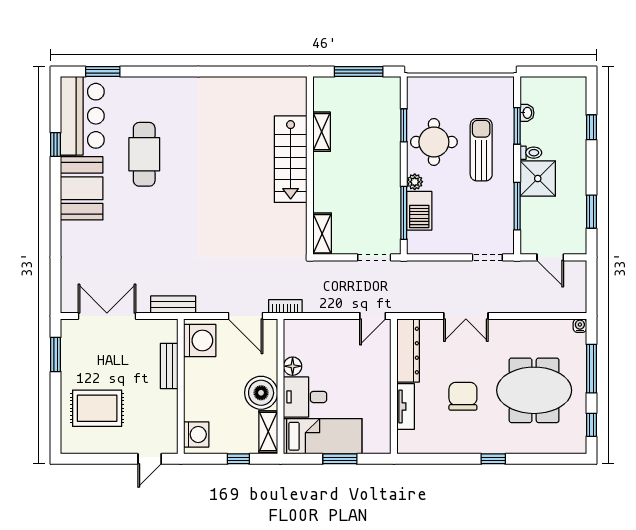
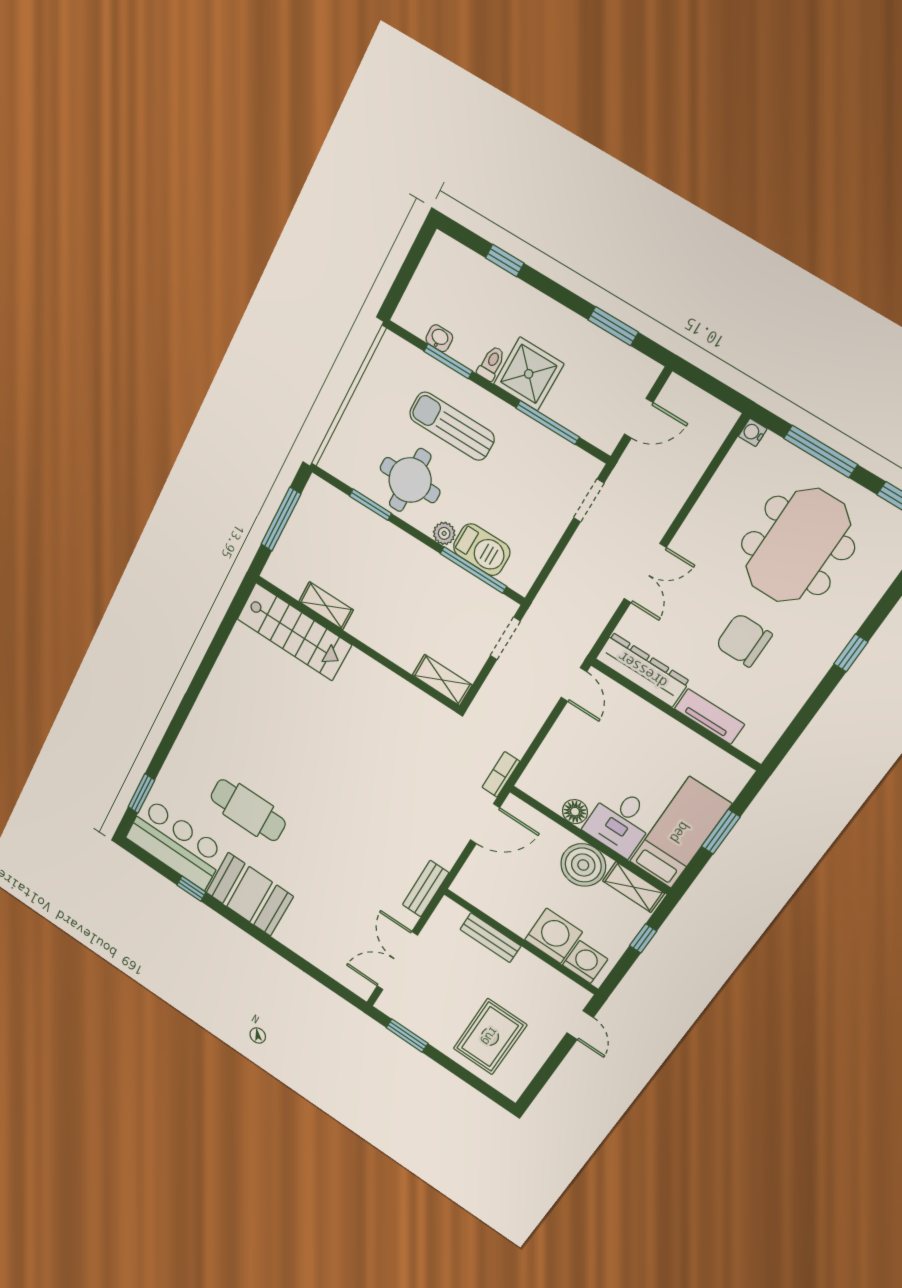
stairs: (291, 159) -> (294, 632), moved
washing machine: (200, 340) -> (553, 936), moved

